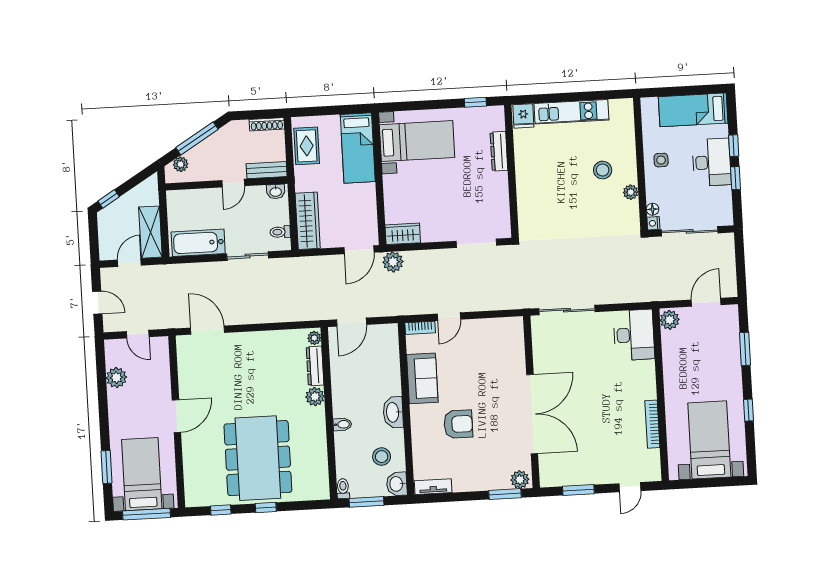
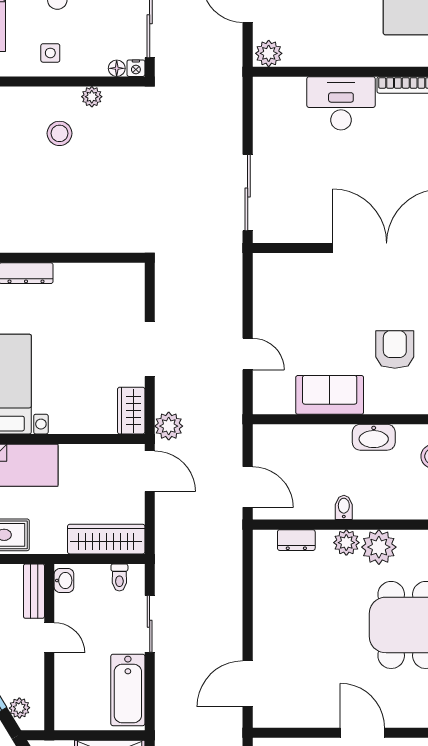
doorway: (476, 243) -> (150, 349), moved
bookcase: (420, 328) -> (261, 394), removed
desk: (634, 335) -> (341, 103), moved
plant: (314, 338) -> (379, 547), moved, width x1.88, depth x1.88
dresser: (315, 366) -> (296, 540), width x0.70
bidet: (342, 424) -> (344, 507), moved

